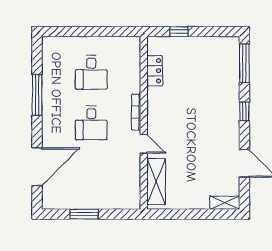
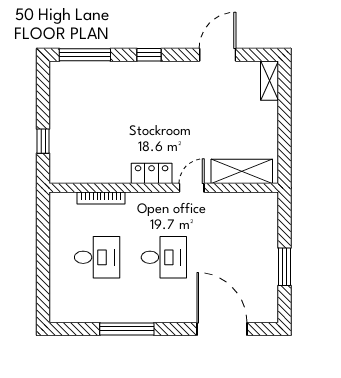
locker: (155, 71) -> (152, 173), moved
bookcase: (136, 112) -> (101, 198), moved

